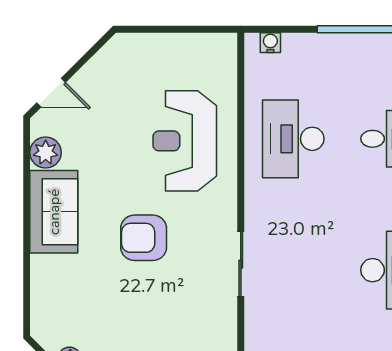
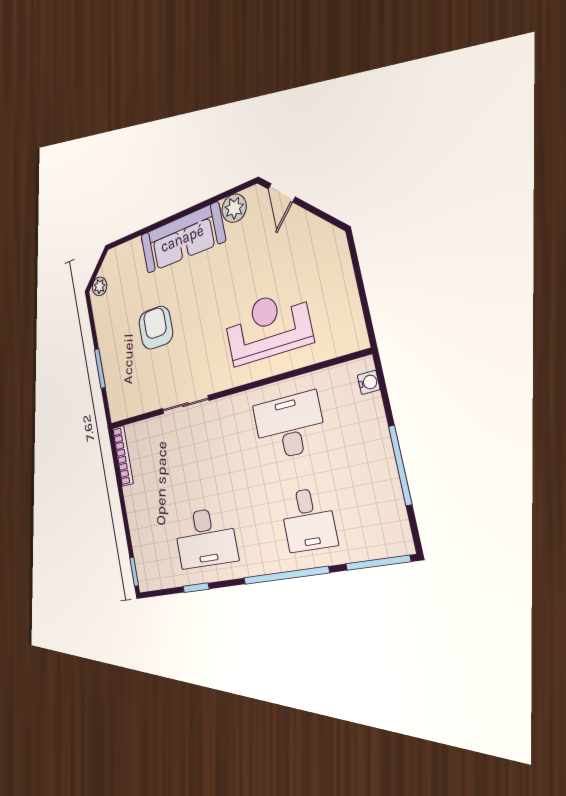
sofa: (54, 212) -> (182, 238), width x1.36
armchair: (144, 238) -> (156, 328), moved

